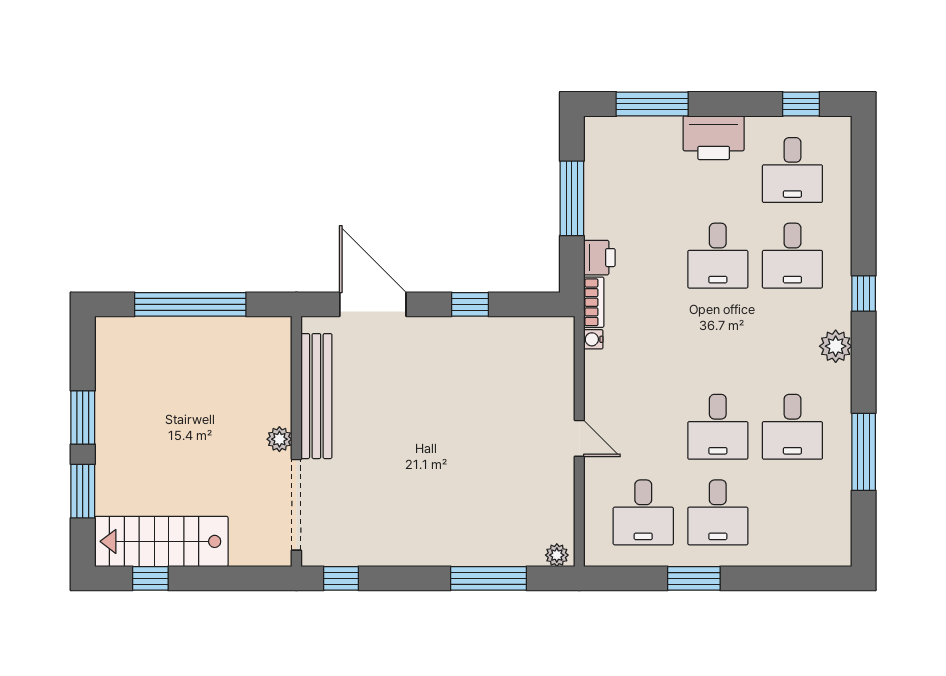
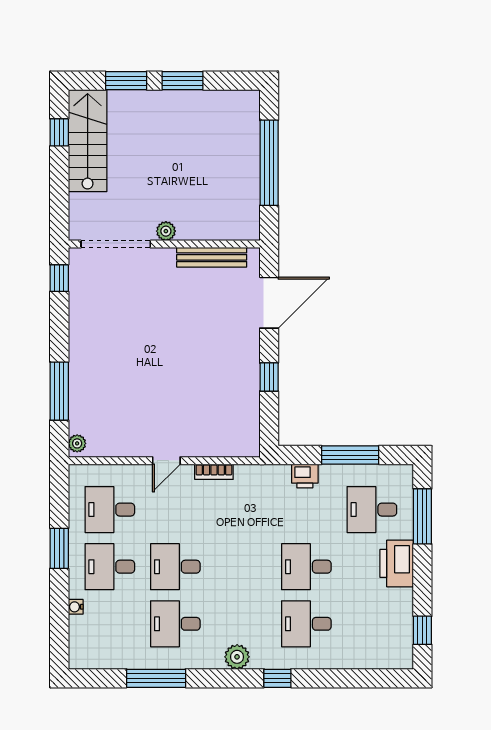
desk: (792, 170) -> (372, 510), moved
bookcase: (594, 302) -> (214, 472), moved
water cooler: (593, 339) -> (76, 607), moved, turned -90
bench: (316, 396) -> (212, 257), width x0.73, depth x0.82

